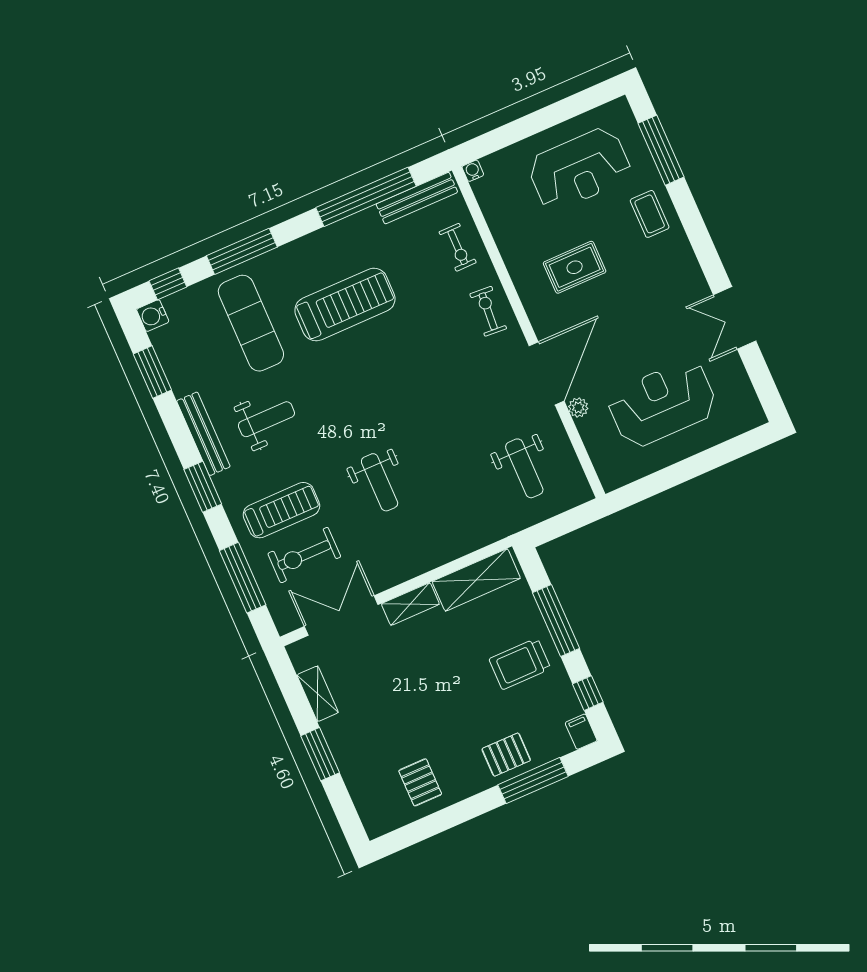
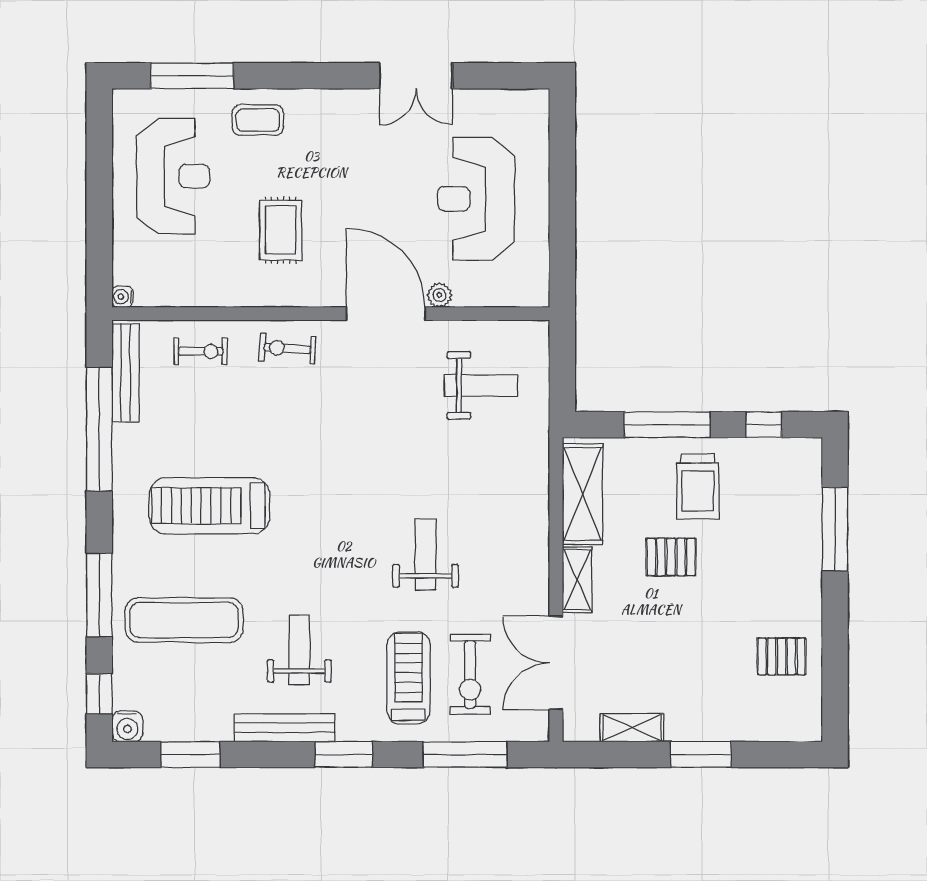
treadmill: (345, 305) -> (209, 506), turned -90
weight bench: (380, 482) -> (426, 554), turned -90
filing cabinet: (581, 732) -> (804, 451), removed
pallet: (506, 755) -> (671, 557), moved, turned 90

